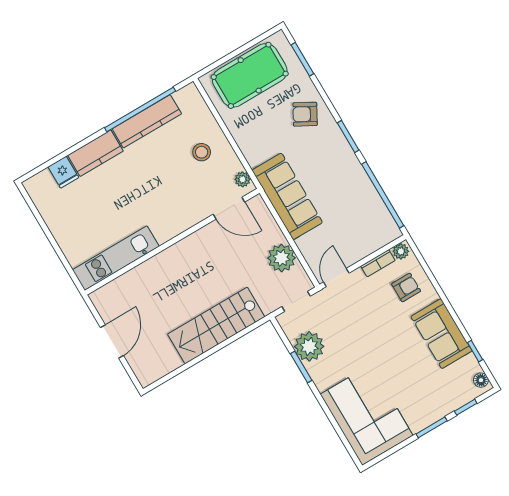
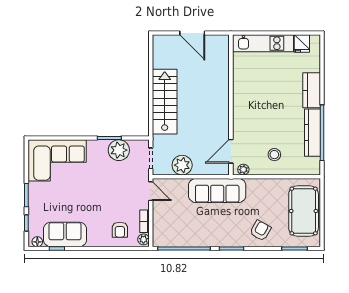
fridge: (63, 172) -> (302, 44), moved, turned -90
kitchen unit: (116, 258) -> (263, 43), moved, turned 90
sofa: (441, 334) -> (65, 234), moved

